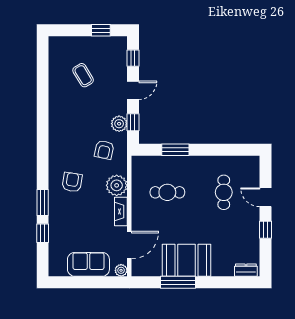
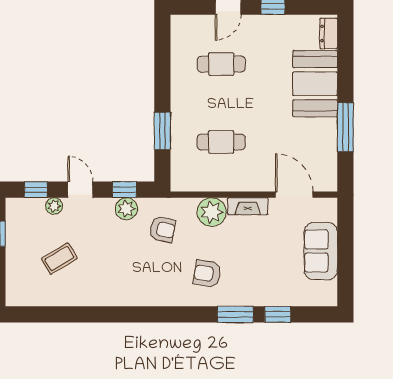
cafe table: (167, 192) -> (221, 142), turned 90
booth: (186, 260) -> (315, 84), moved
plant: (121, 270) -> (54, 206), moved

